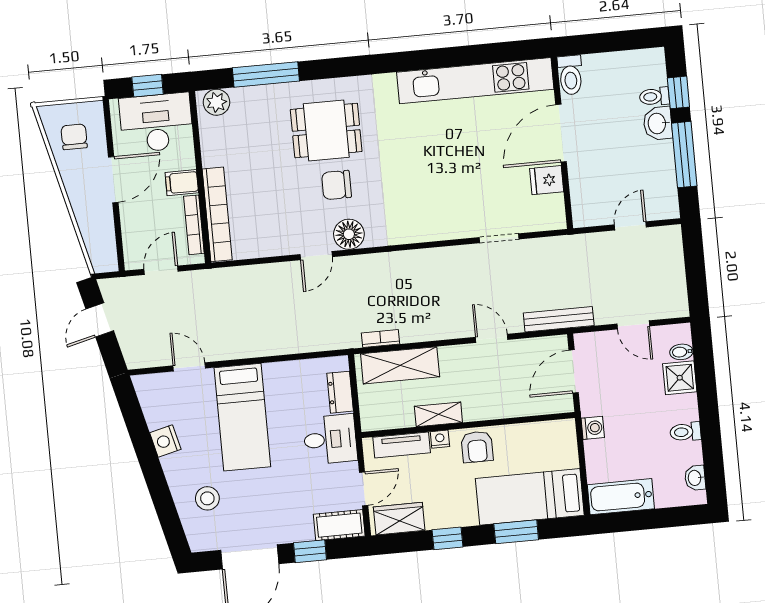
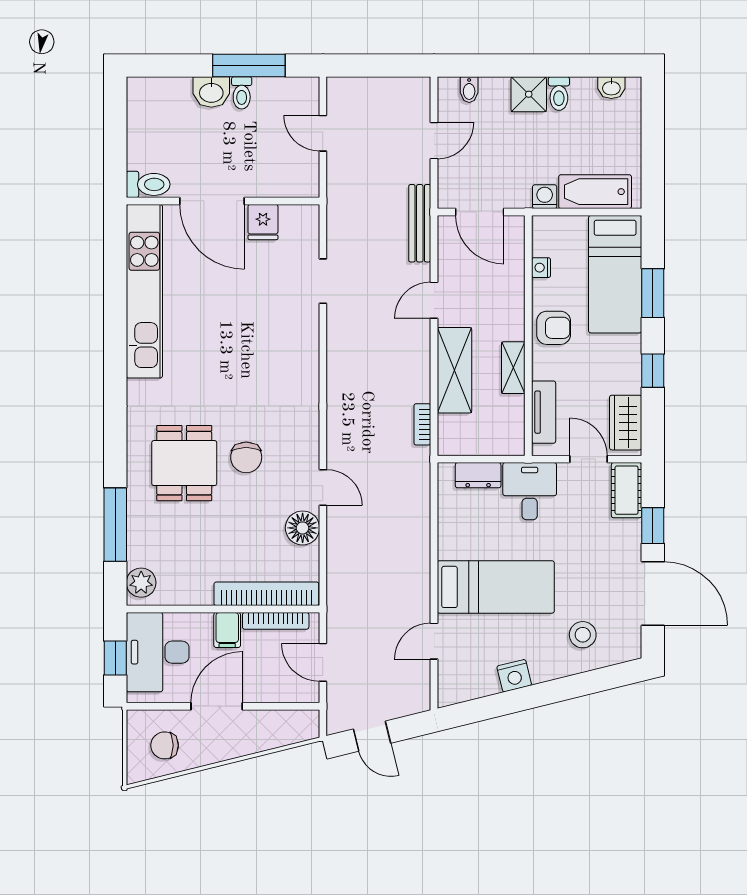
window: (678, 92) -> (179, 66), removed
toilet: (654, 97) -> (242, 93), moved
door: (113, 180) -> (217, 706), hinge flipped
floor lamp: (349, 234) -> (303, 528), moved
shelving: (400, 365) -> (454, 370), moved
shower: (680, 378) -> (529, 94), moved
nightstand: (440, 439) -> (541, 268), moved
bathtub: (621, 497) -> (595, 192), moved, turned 90

